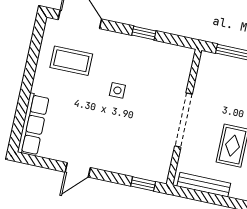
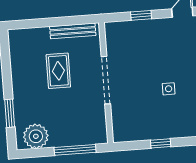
window: (143, 184) -> (141, 15), moved

